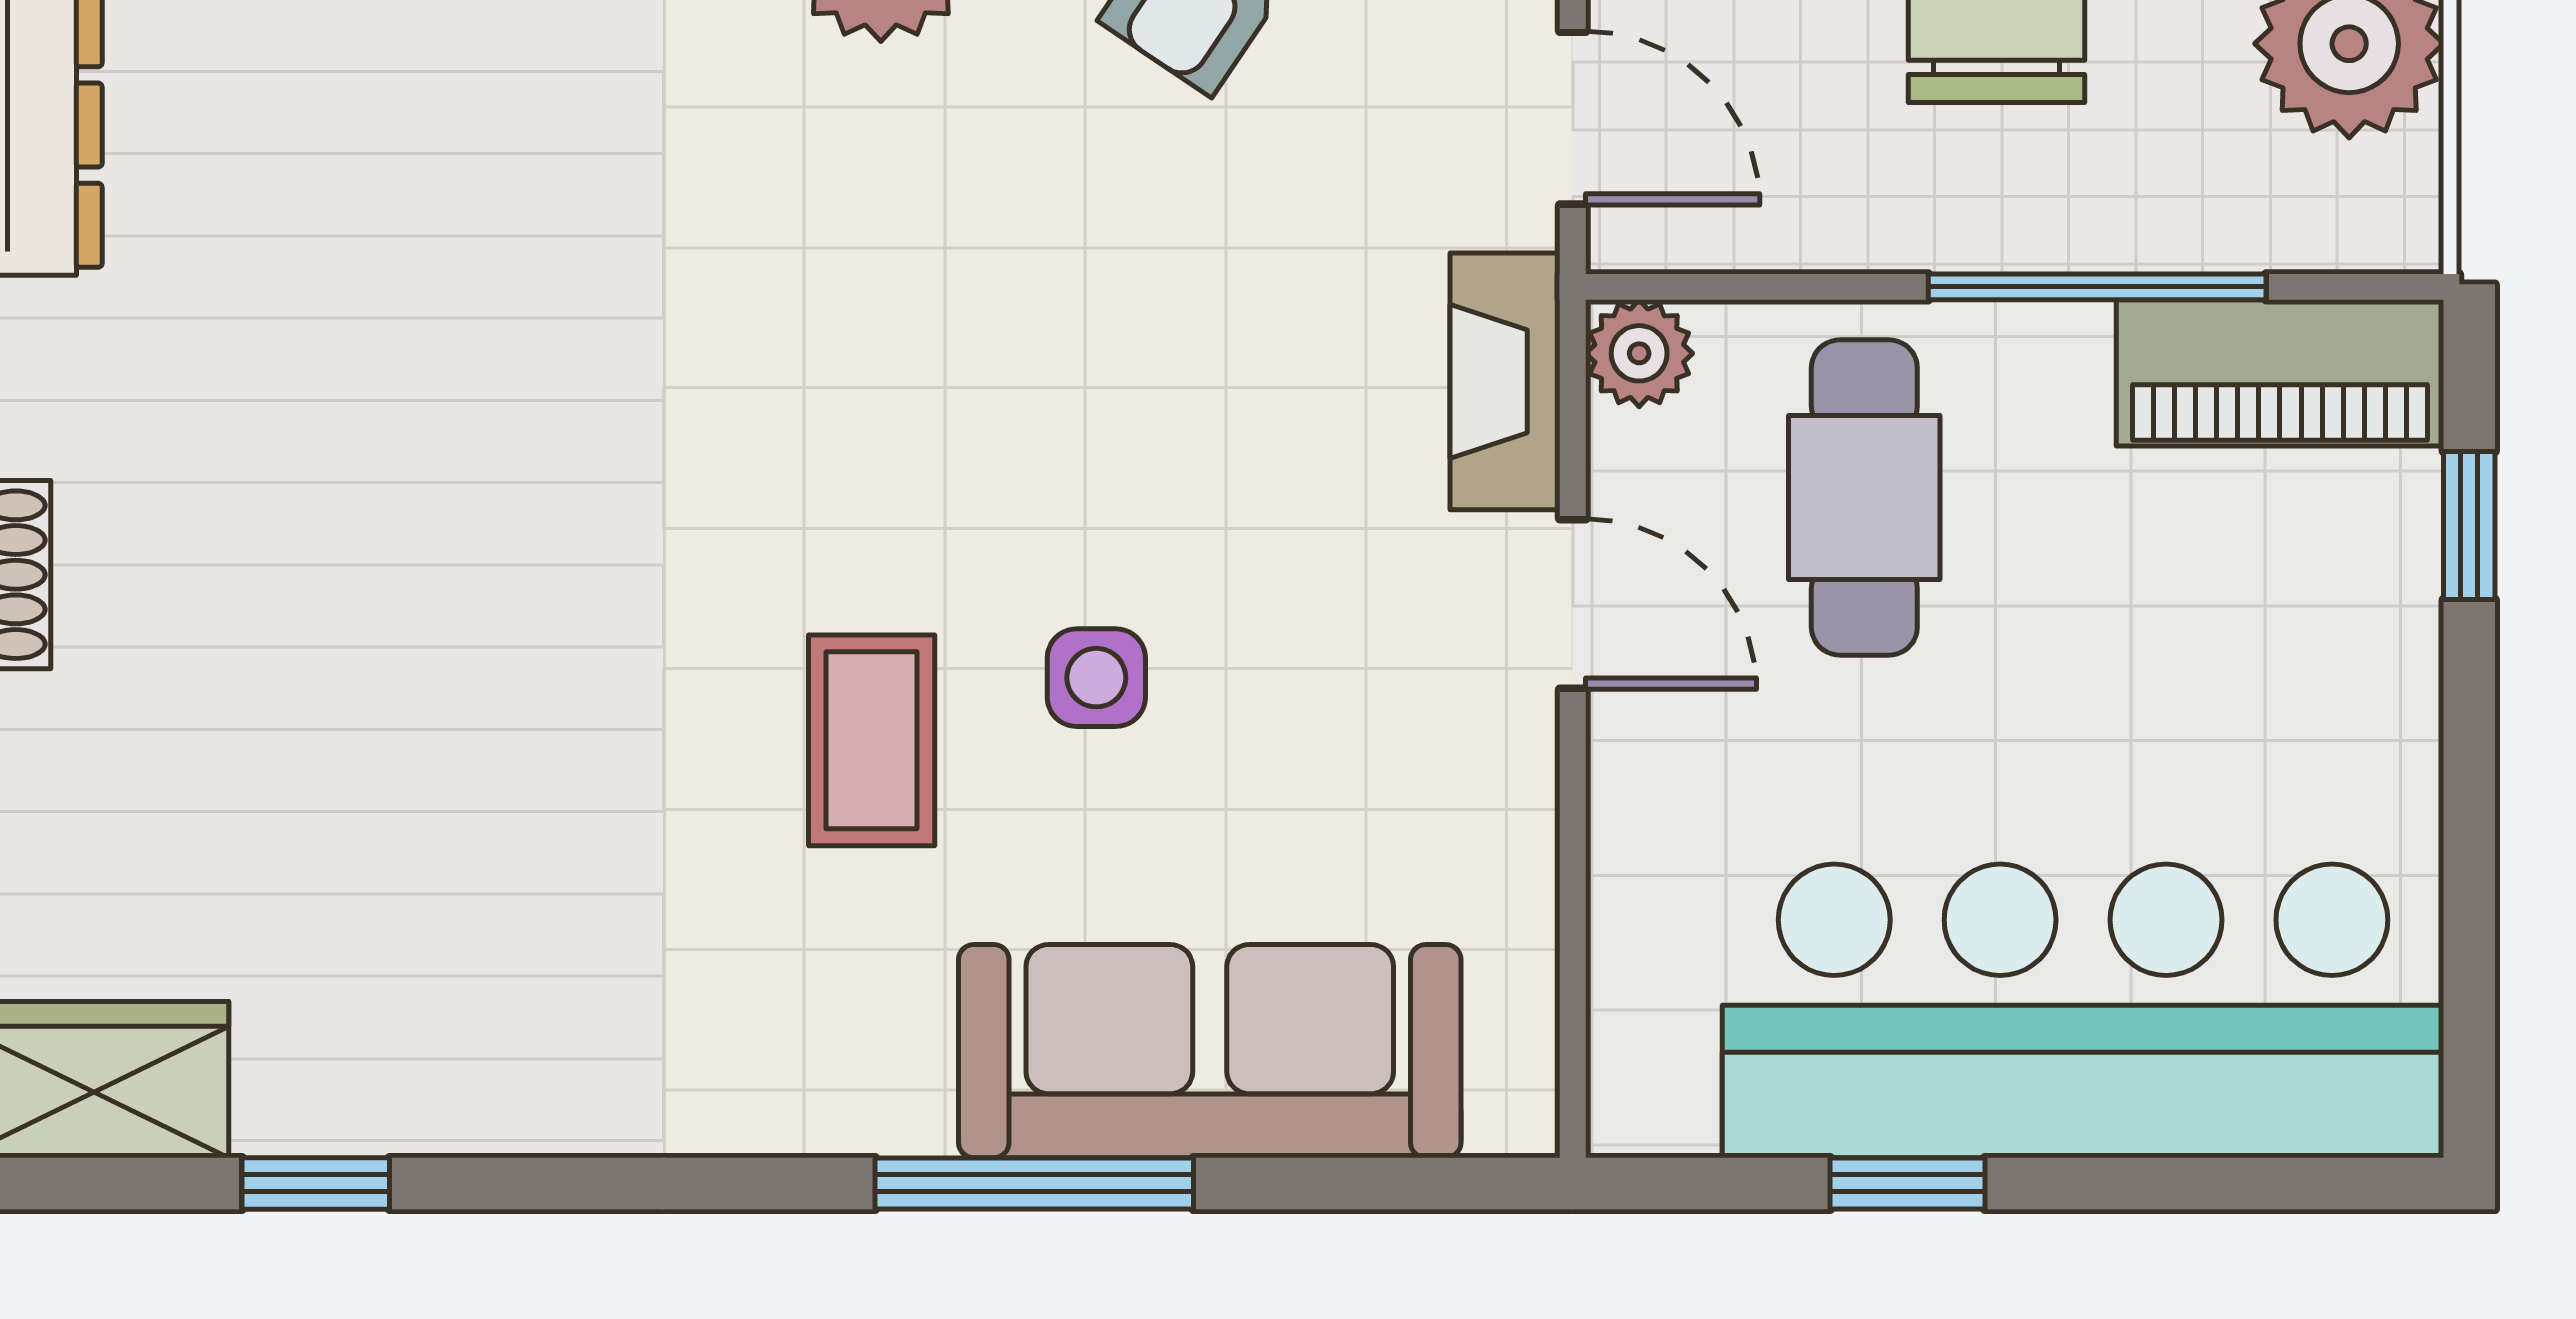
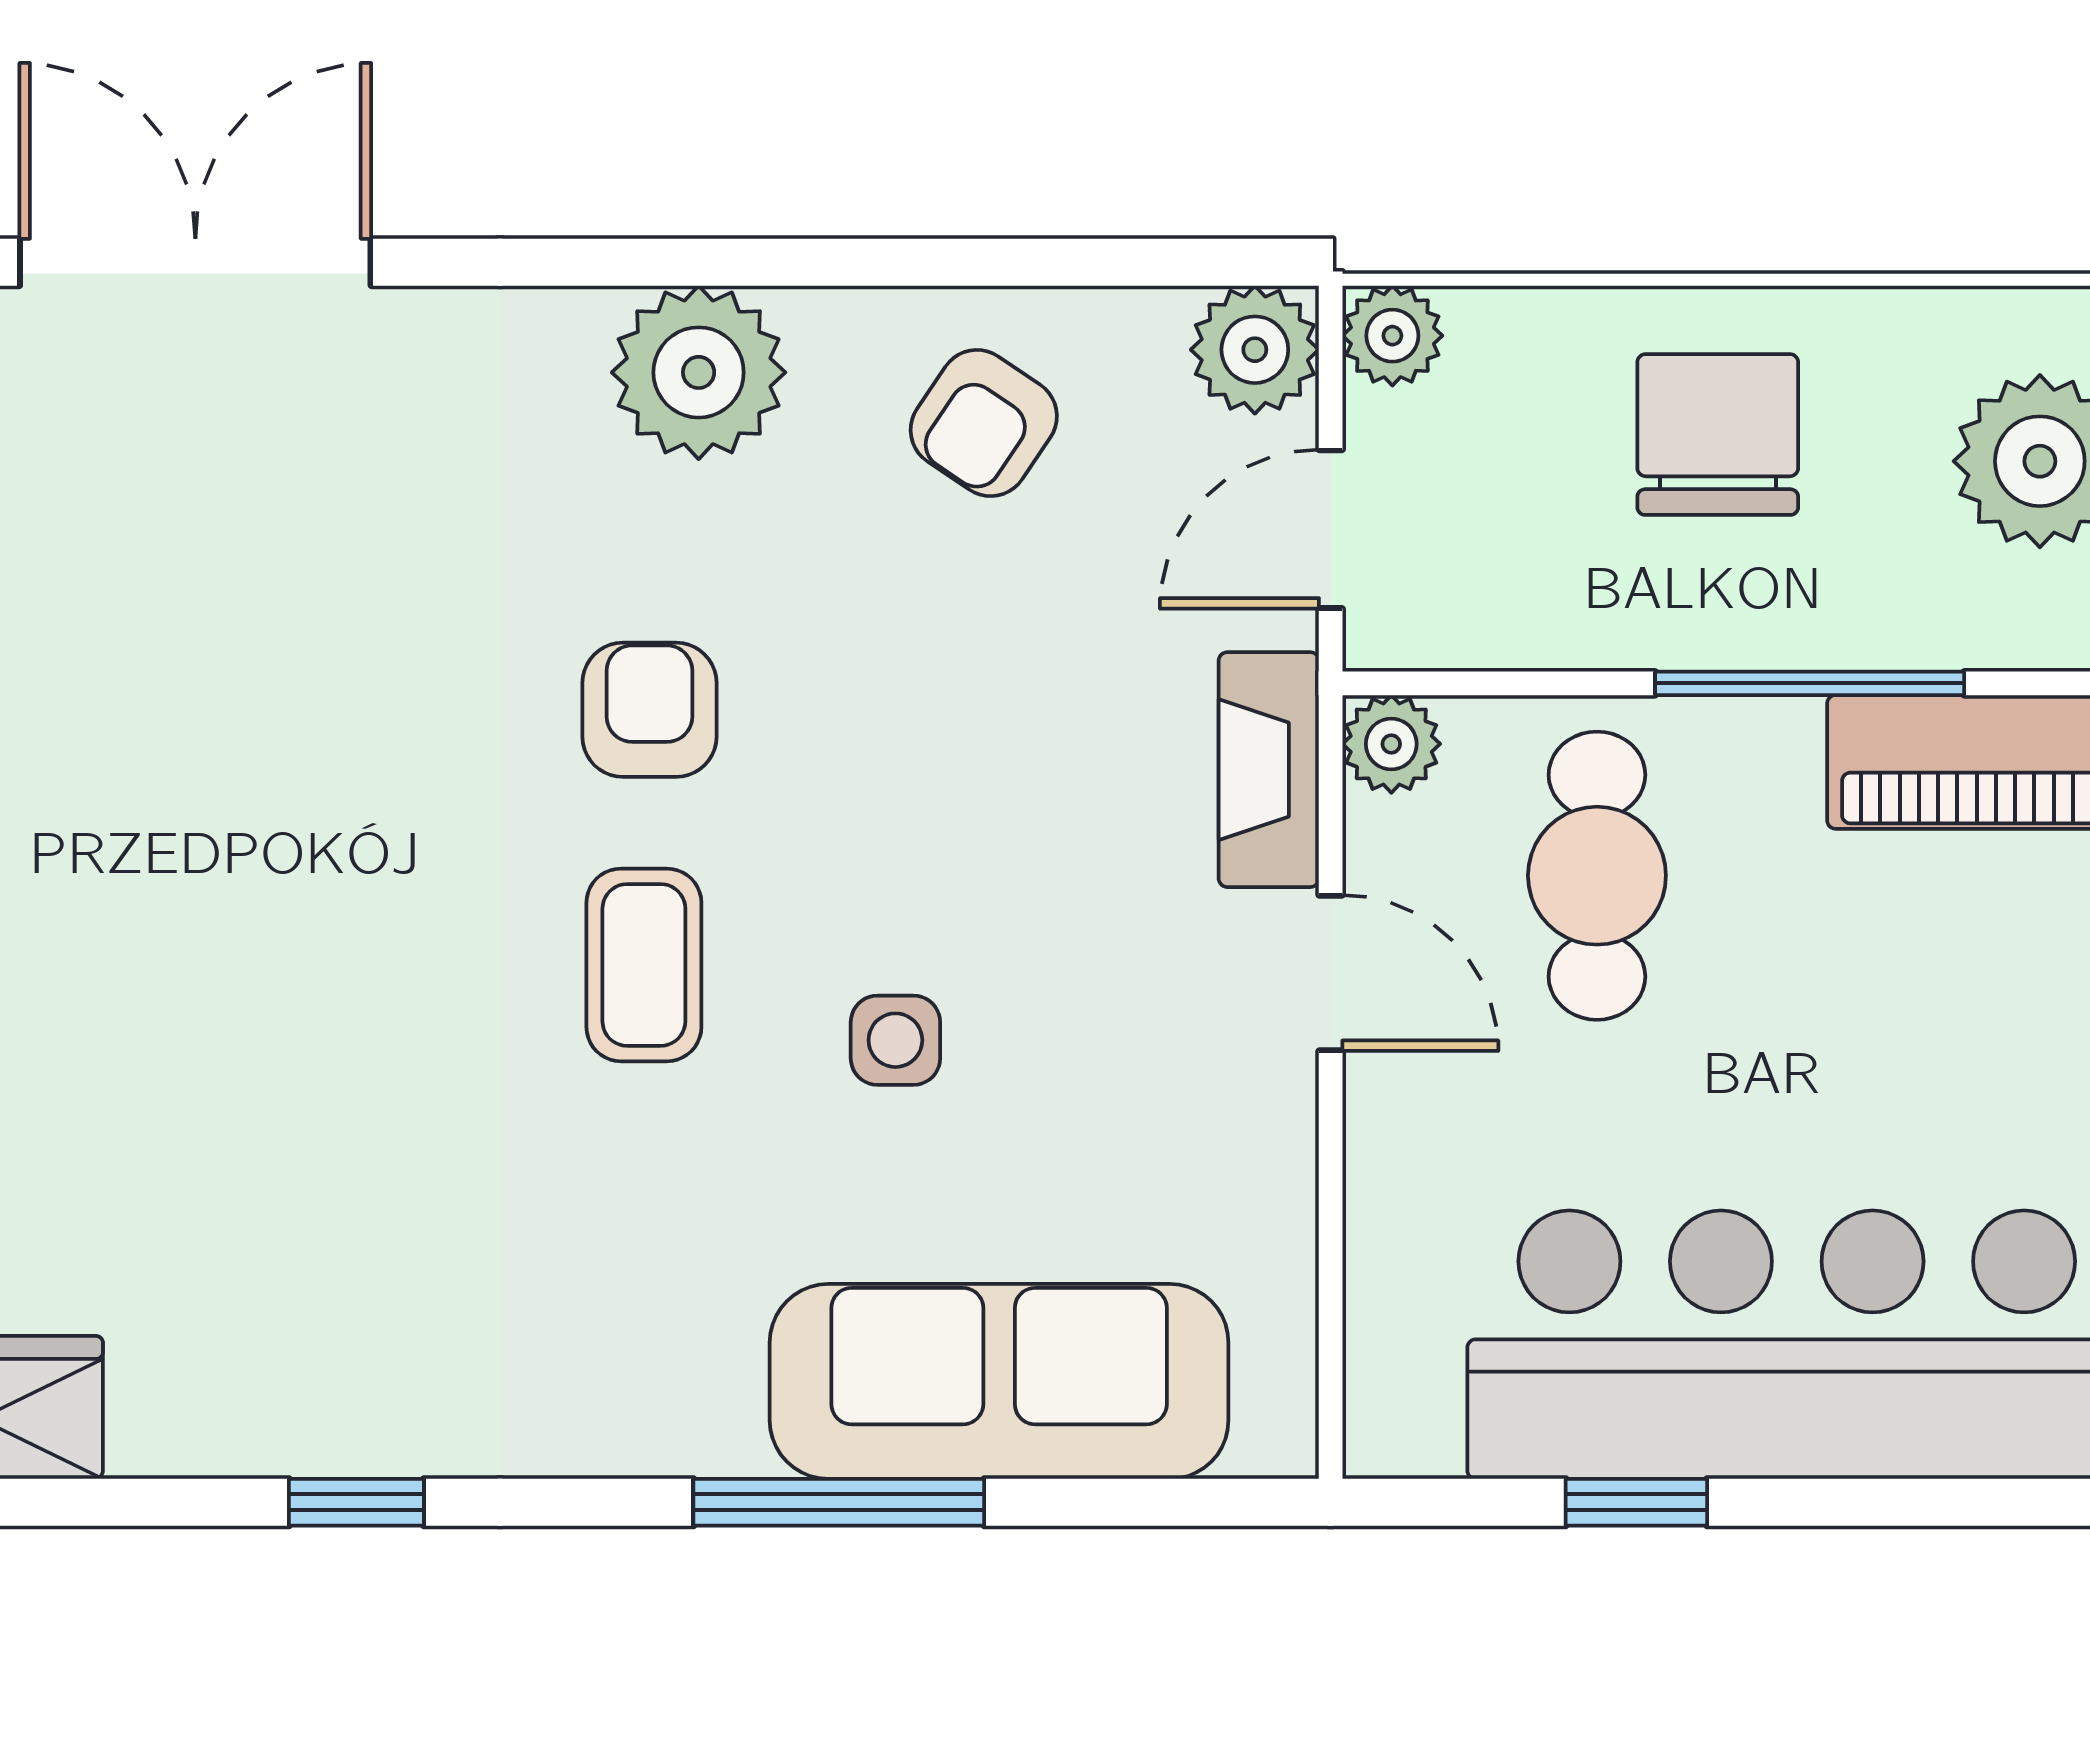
door: (1573, 118) -> (1331, 529), swing flipped
armchair: (827, 316) -> (649, 710), added
coffee table: (872, 740) -> (644, 965), moved
window: (316, 1183) -> (356, 1502), moved

